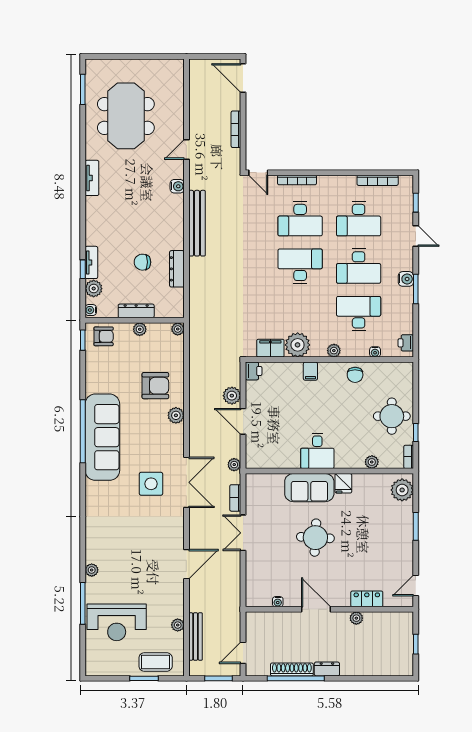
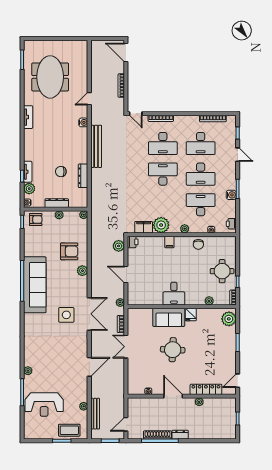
water cooler: (406, 279) -> (231, 195), moved
plant: (232, 396) -> (119, 246), moved
locker: (367, 599) -> (206, 389), width x1.53

